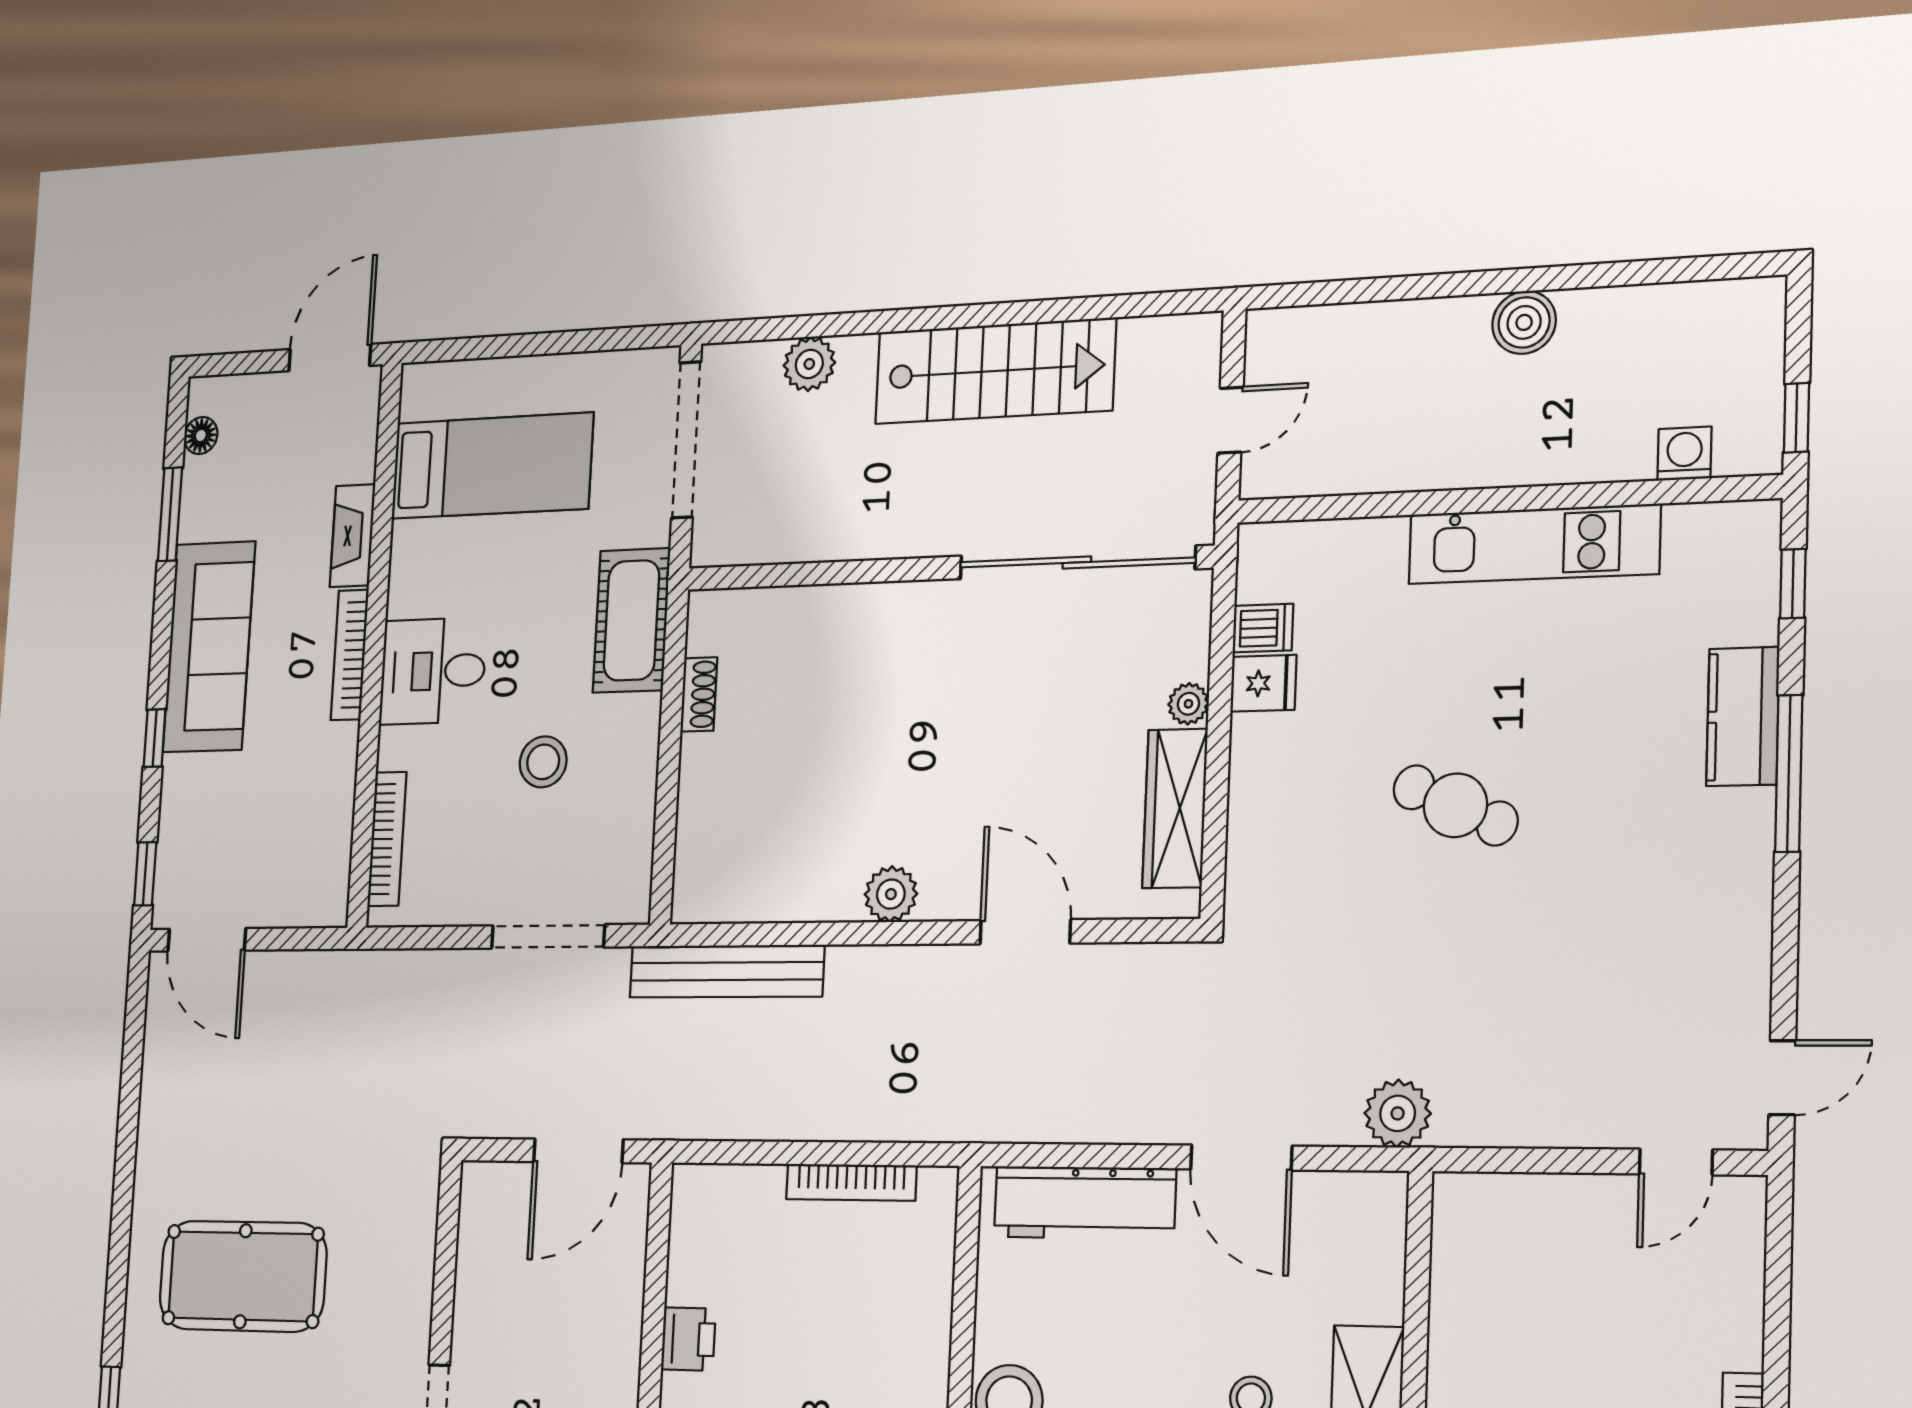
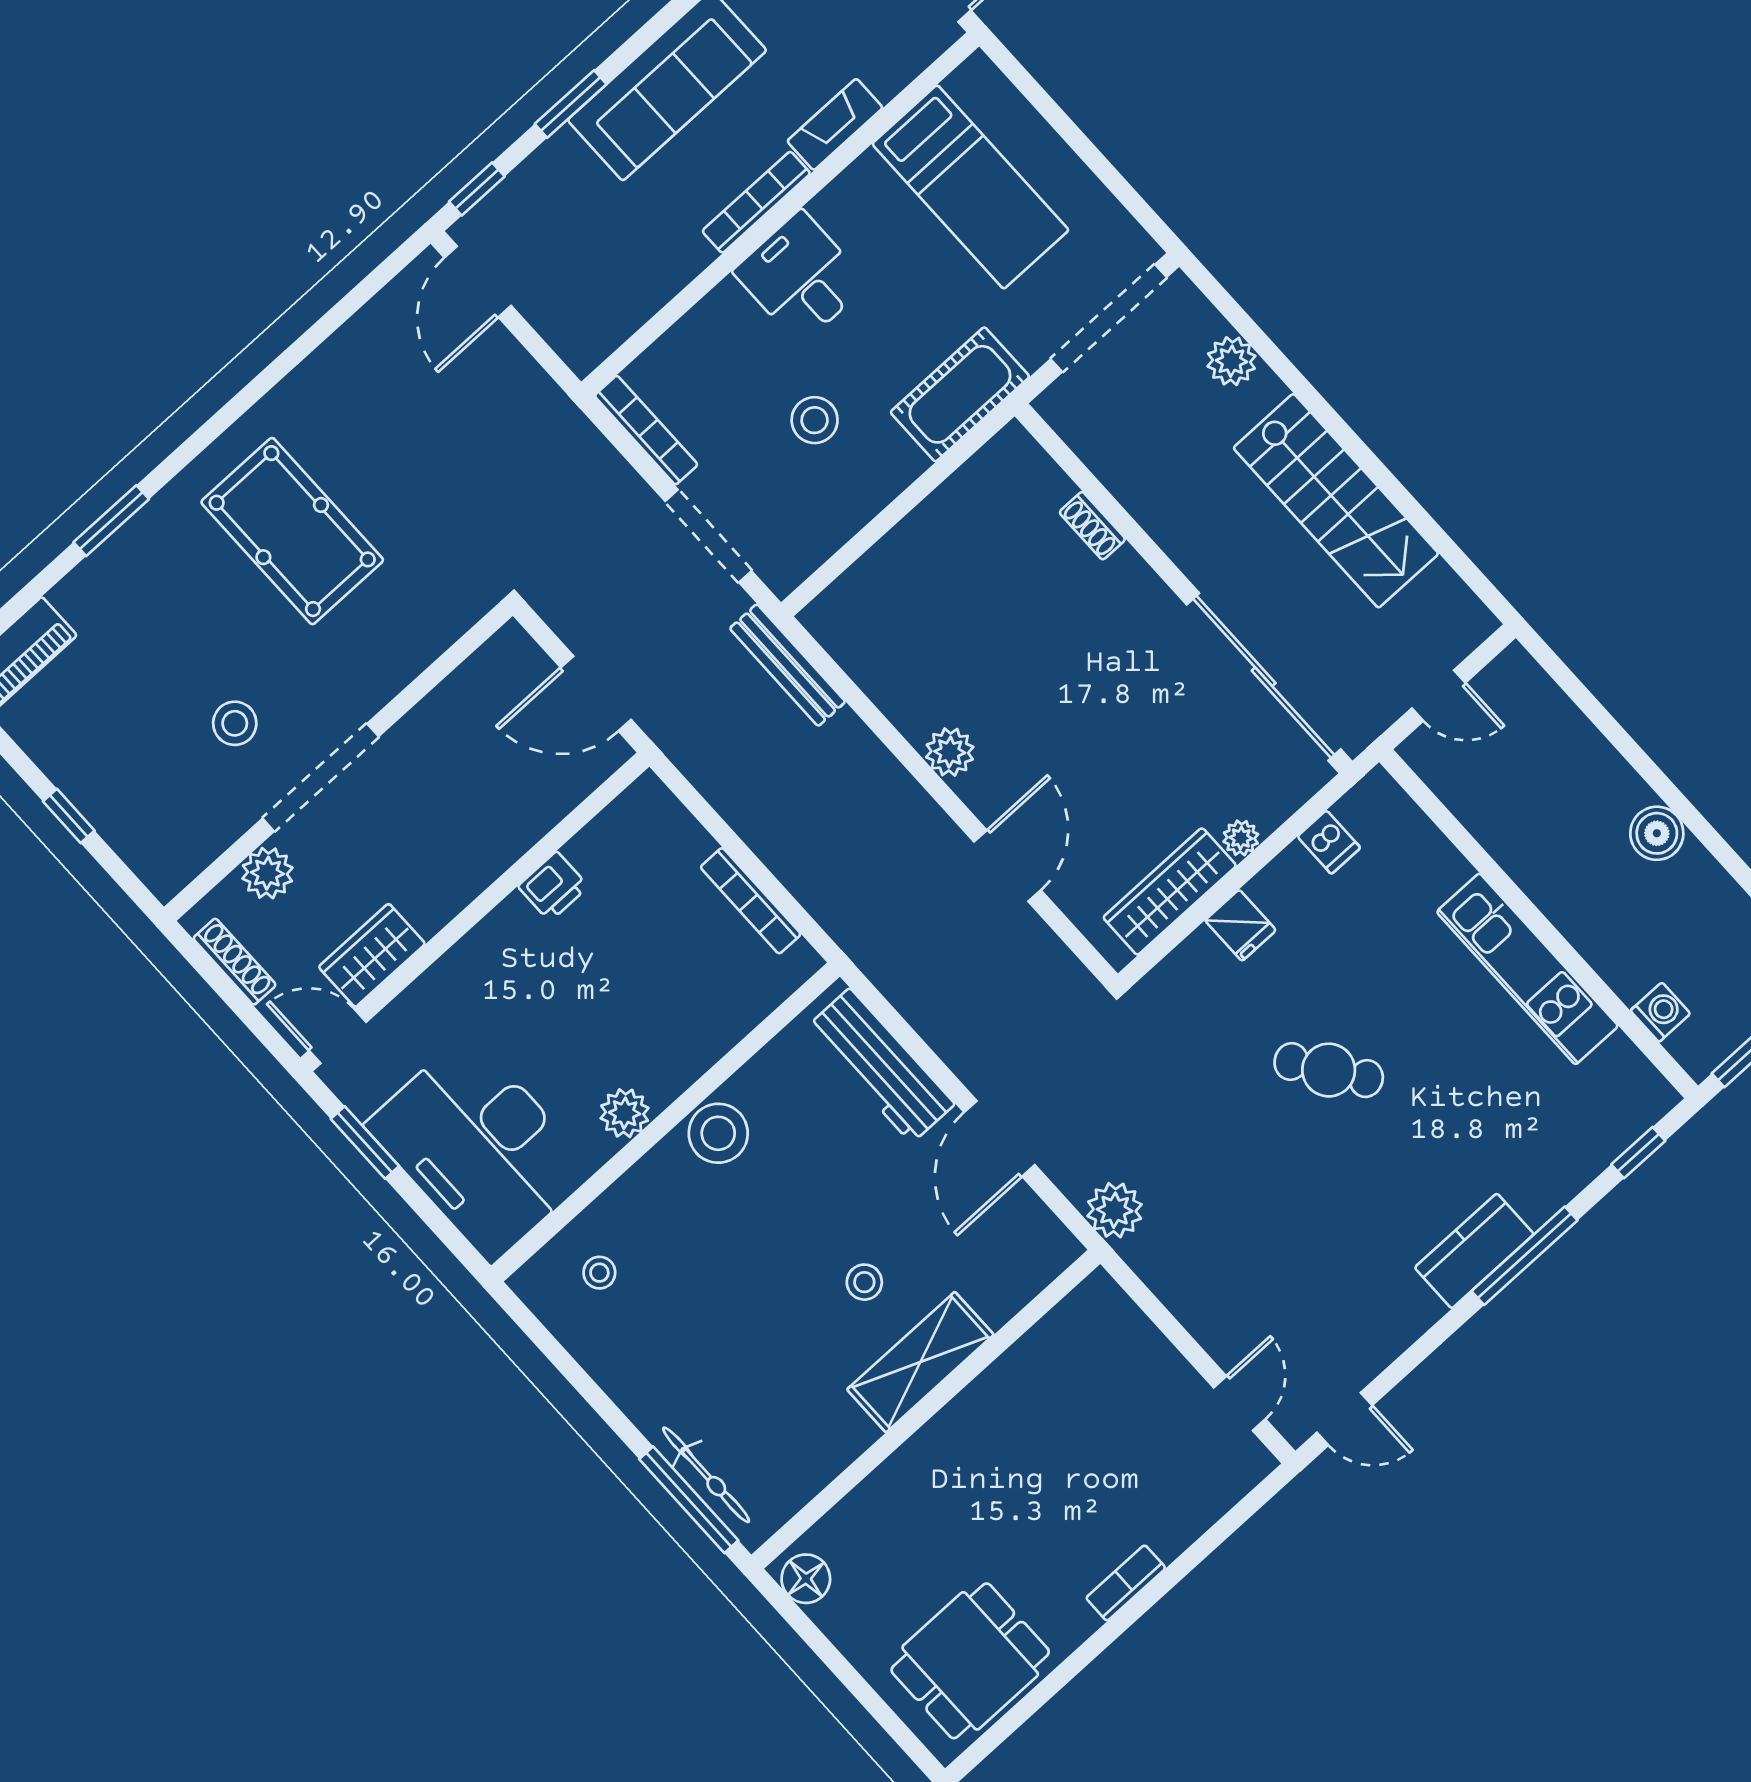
fridge: (1263, 683) -> (1240, 925), moved
shoe rack: (699, 694) -> (1092, 526), moved, turned 90
kitchen counter: (1743, 716) -> (1474, 1251), moved
window: (155, 738) -> (571, 104), width x1.50
cafe table: (1455, 805) -> (1329, 1070), turned -59
bookcase: (387, 839) -> (646, 430), moved, turned -90
bench: (727, 971) -> (788, 665), width x0.73, depth x0.82
door: (1676, 1162) -> (1240, 1403), swing flipped

